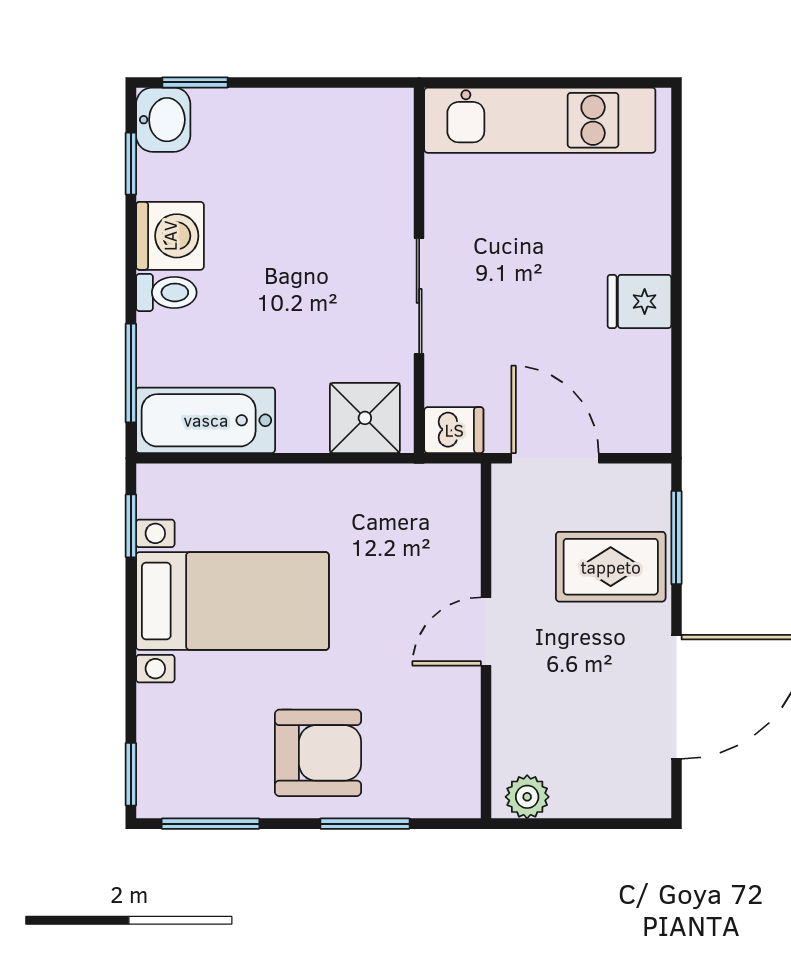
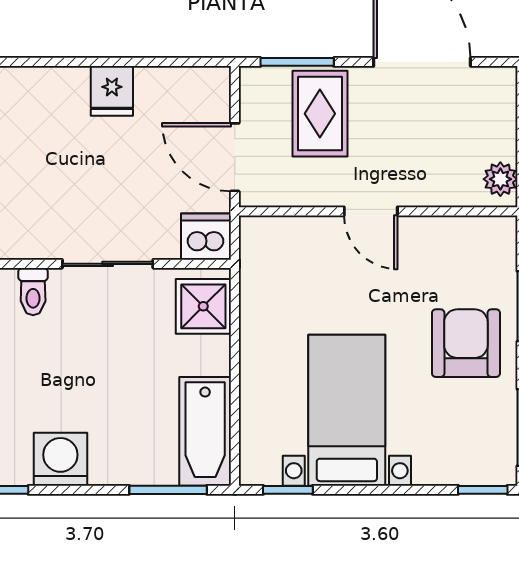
toilet: (166, 292) -> (33, 292), moved, turned 180
dishwasher: (454, 430) -> (206, 237), width x1.38
door: (555, 458) -> (235, 157), hinge flipped

